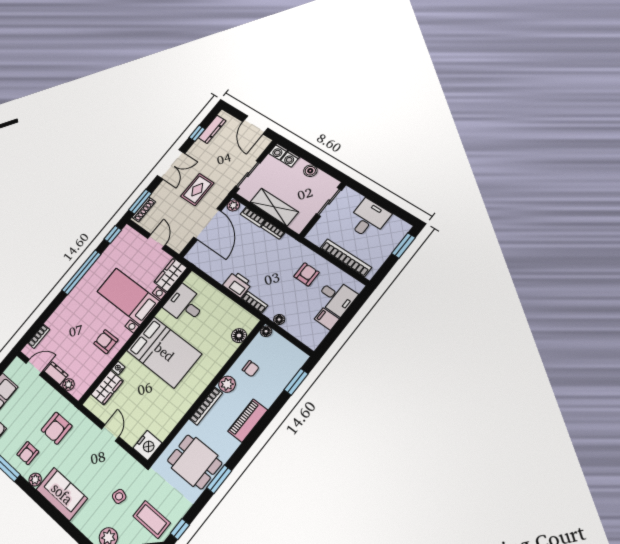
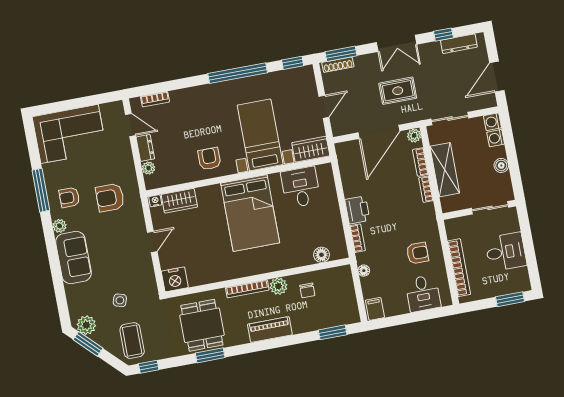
filing cabinet: (327, 319) -> (375, 309), moved
floor lamp: (266, 331) -> (345, 271), removed
nightstand: (118, 368) -> (155, 201), moved

